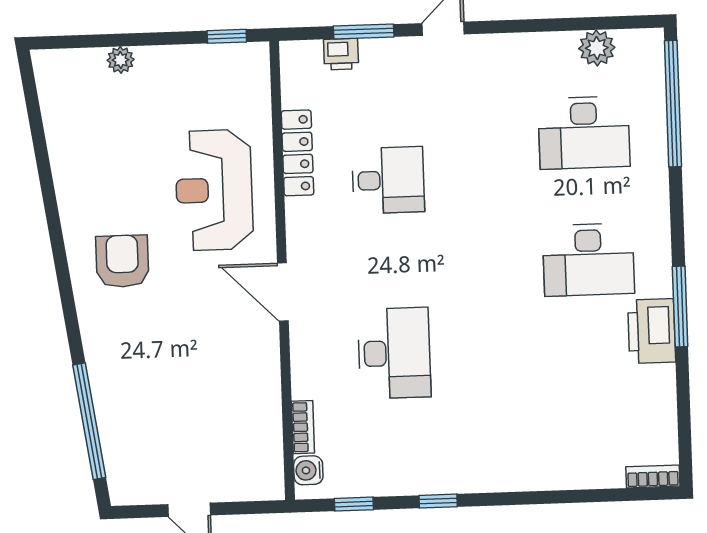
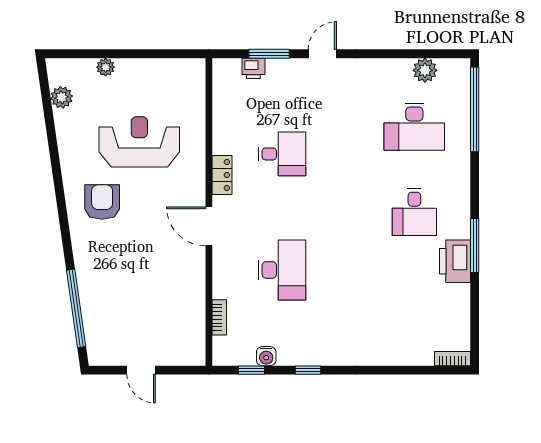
window: (227, 36) -> (177, 54), removed
plant: (57, 107) -> (62, 97), added
locker: (298, 153) -> (222, 175), moved, width x0.66
reception desk: (214, 190) -> (139, 142), moved, turned 90
desk: (588, 260) -> (414, 212), width x0.73
water cooler: (308, 470) -> (266, 356), moved, turned -90

